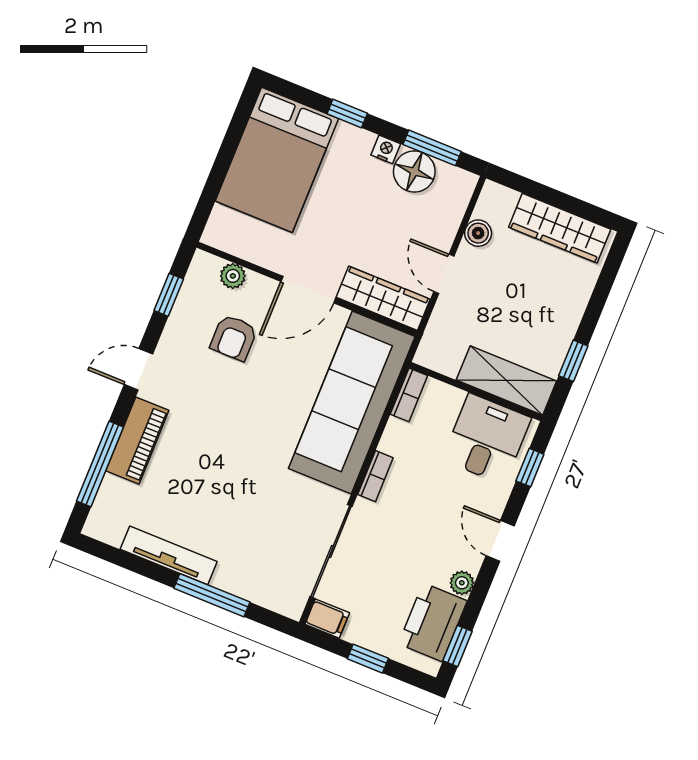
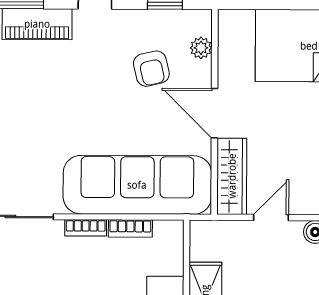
armchair: (234, 338) -> (151, 69), turned -103
bookcase: (409, 395) -> (130, 228), moved

